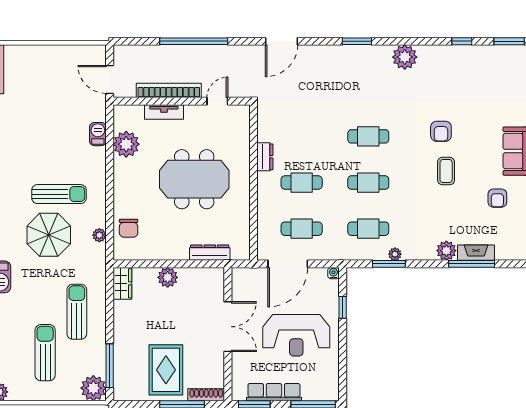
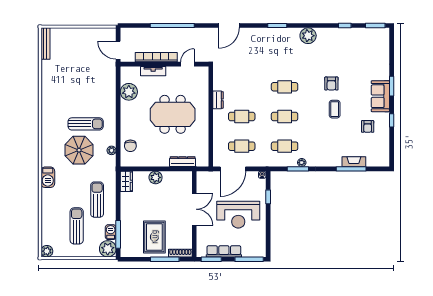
barbecue: (98, 134) -> (111, 232), moved
plant: (446, 251) -> (335, 160), removed

